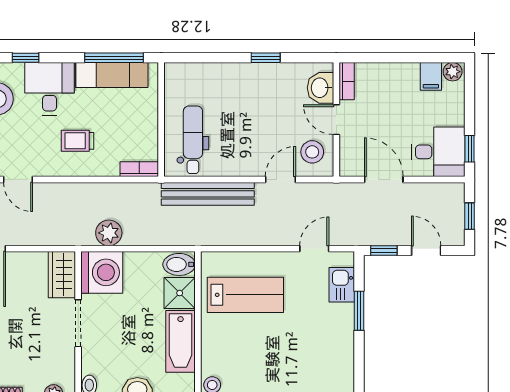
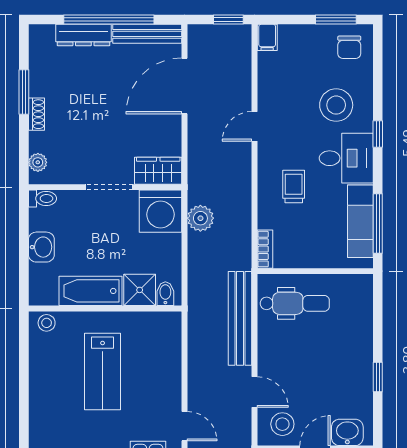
bidet: (179, 264) -> (165, 294), width x0.72, depth x0.74
lab bench: (245, 295) -> (103, 371), moved

